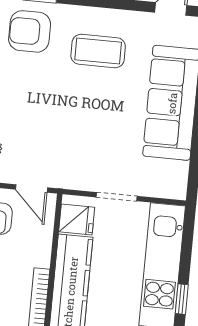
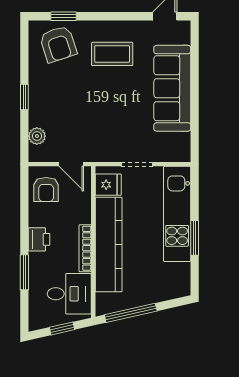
armchair: (30, 31) -> (58, 44), turned -108
window: (182, 299) -> (195, 238), width x1.50

